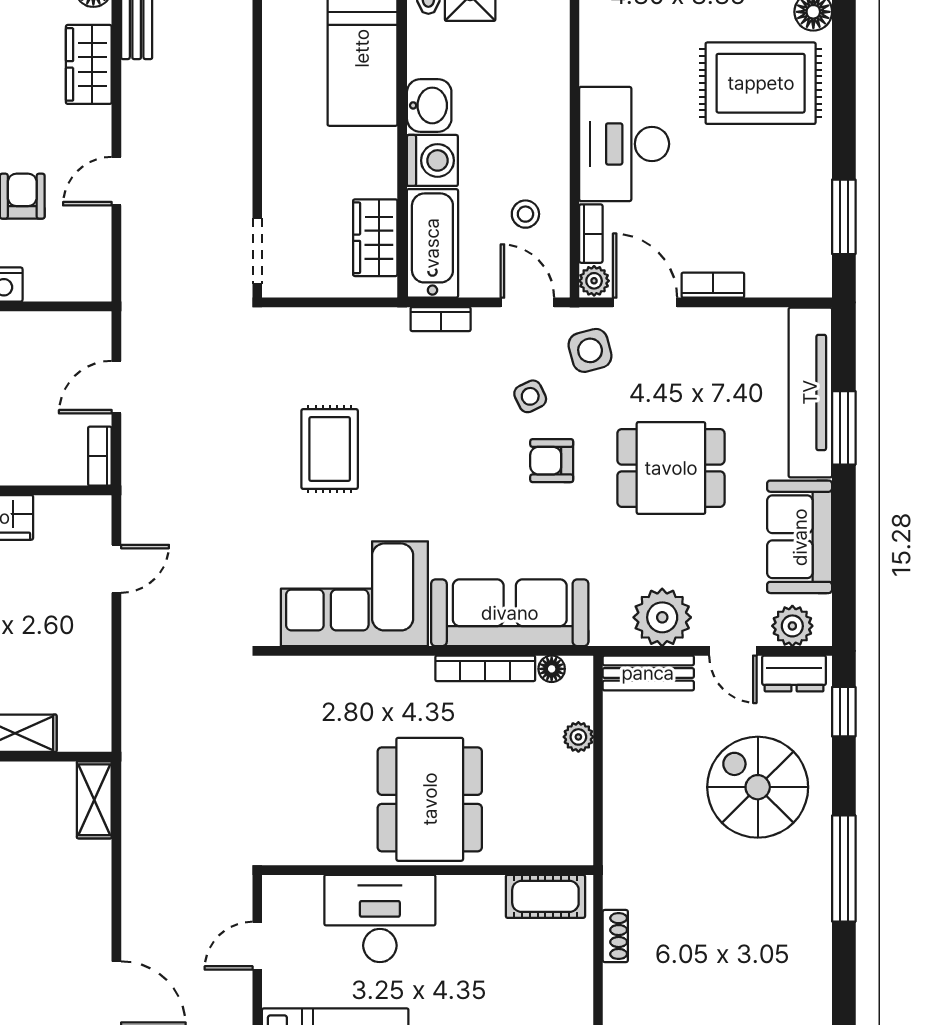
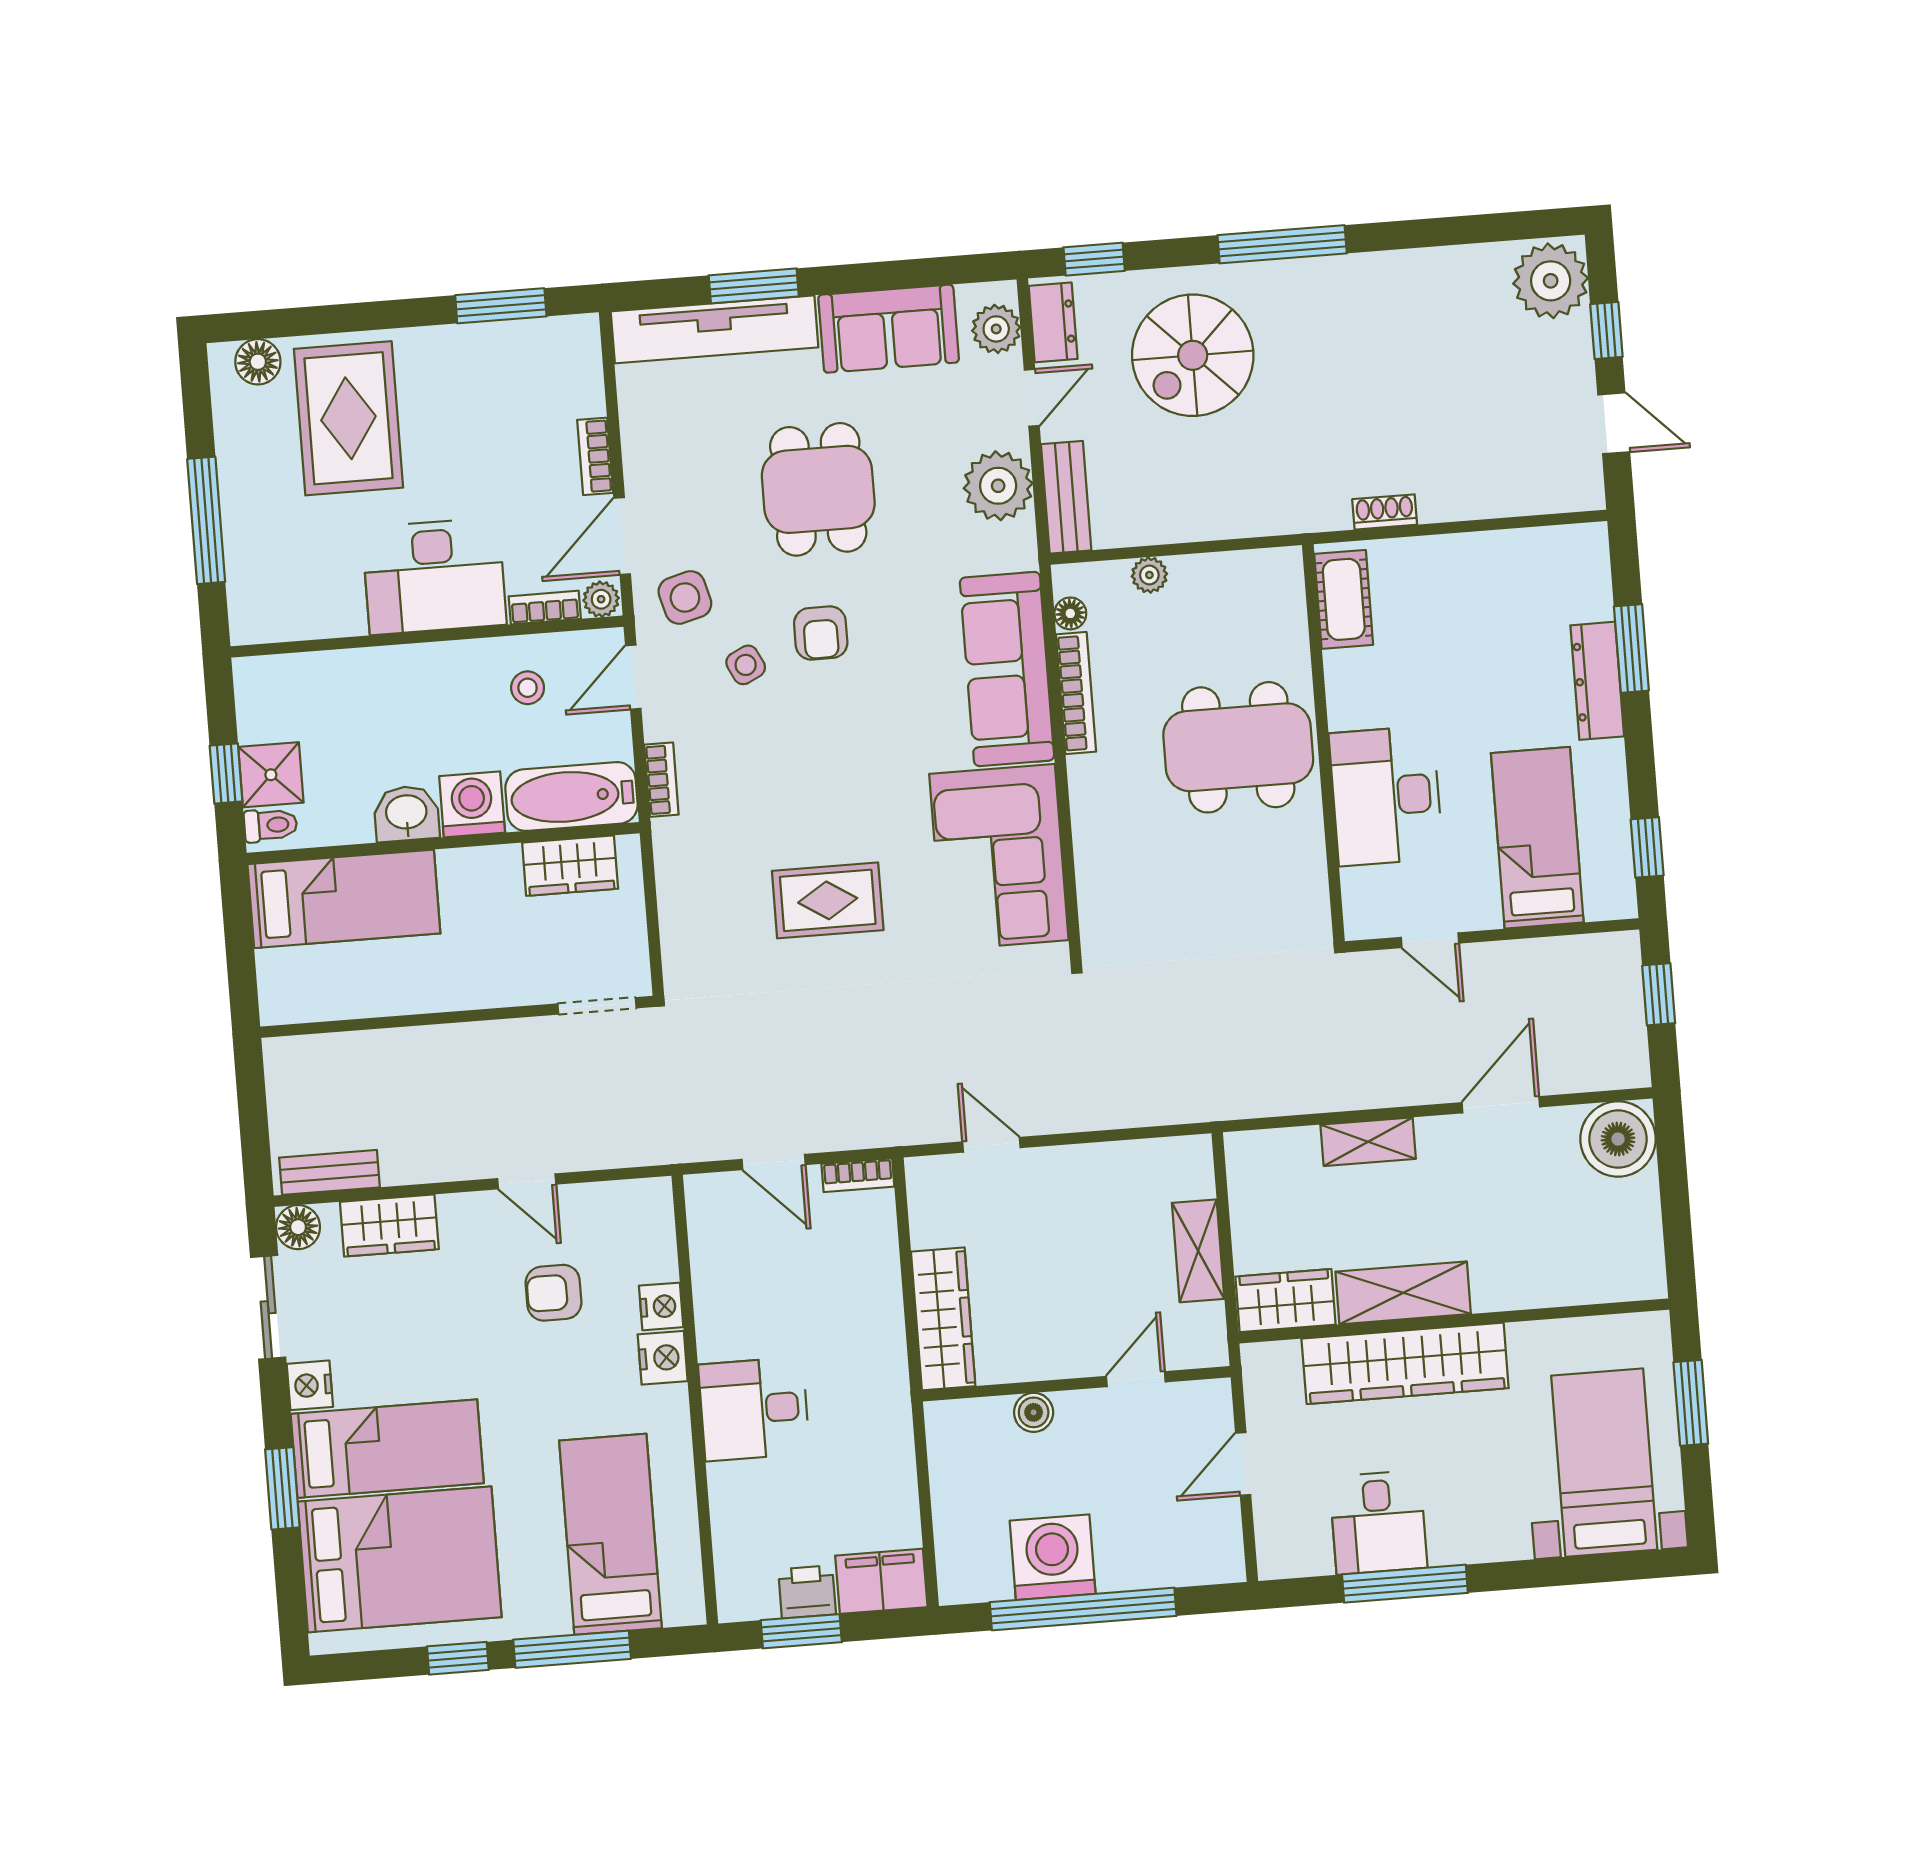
shelving: (94, 800) -> (1368, 1142), moved

